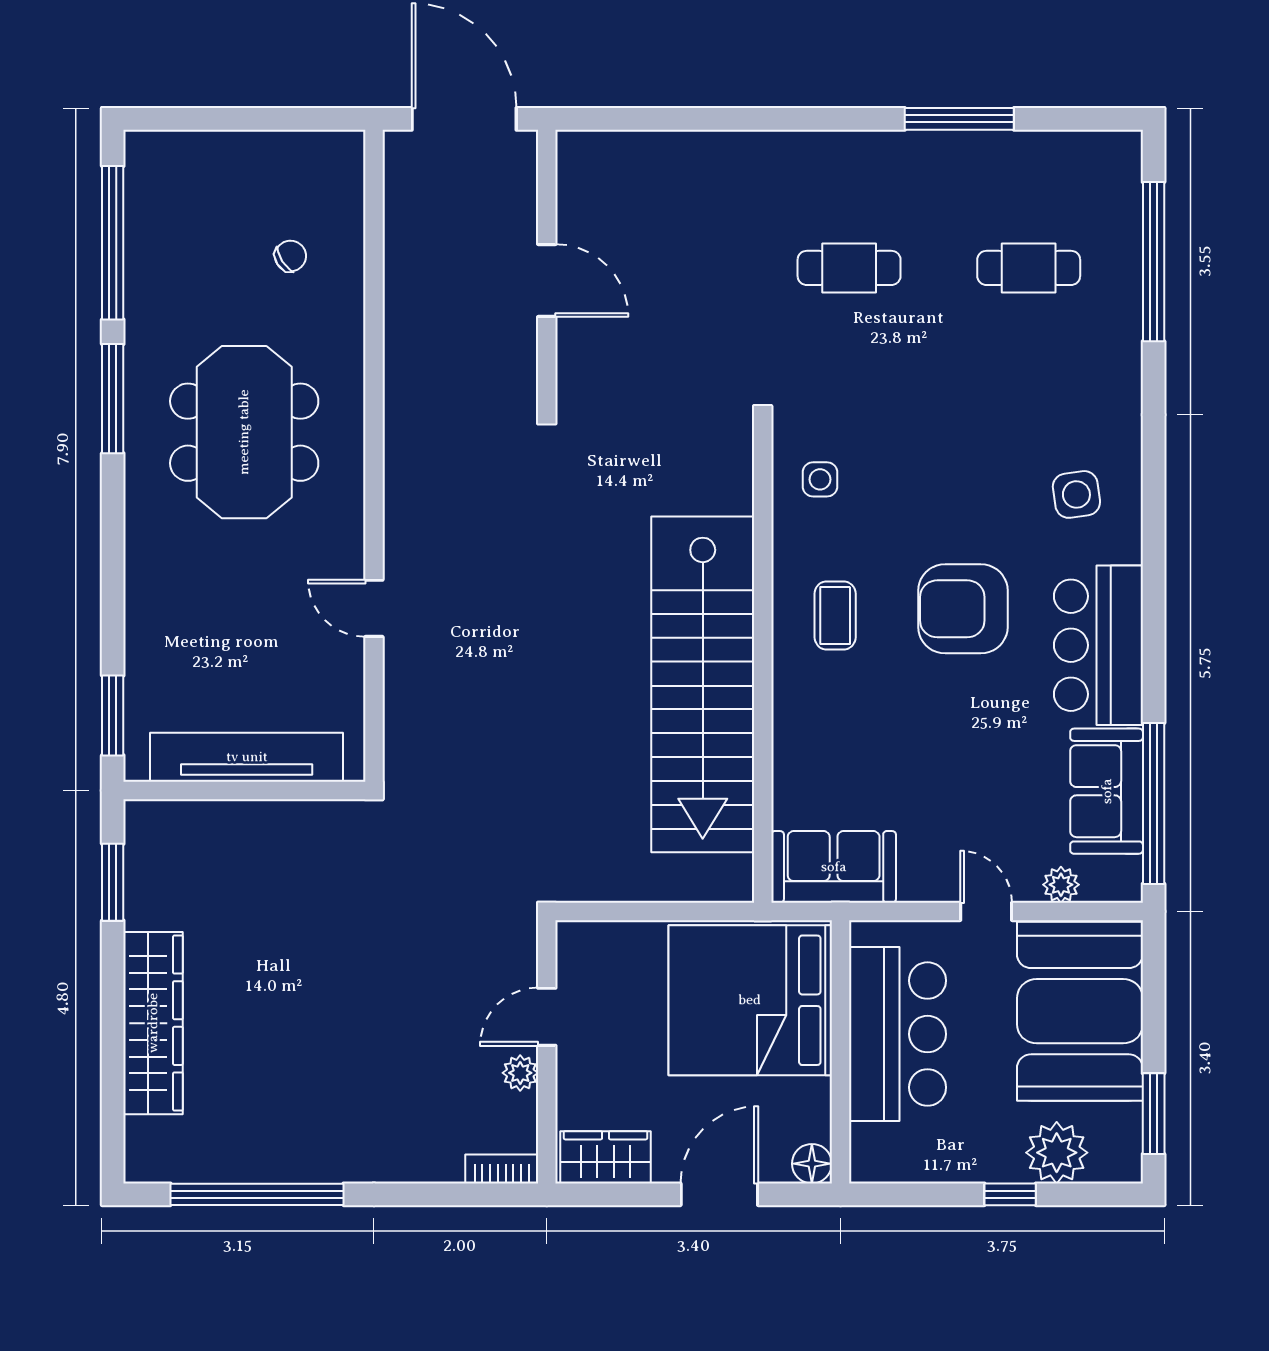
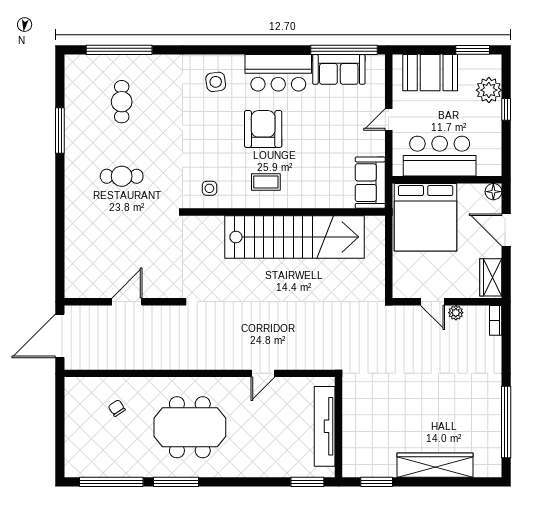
cafe table: (849, 268) -> (122, 176), turned 90
armchair: (963, 609) -> (263, 129), turned 180
plant: (1061, 885) -> (378, 88), removed
booth: (1080, 1011) -> (430, 73), width x0.73, depth x0.70

